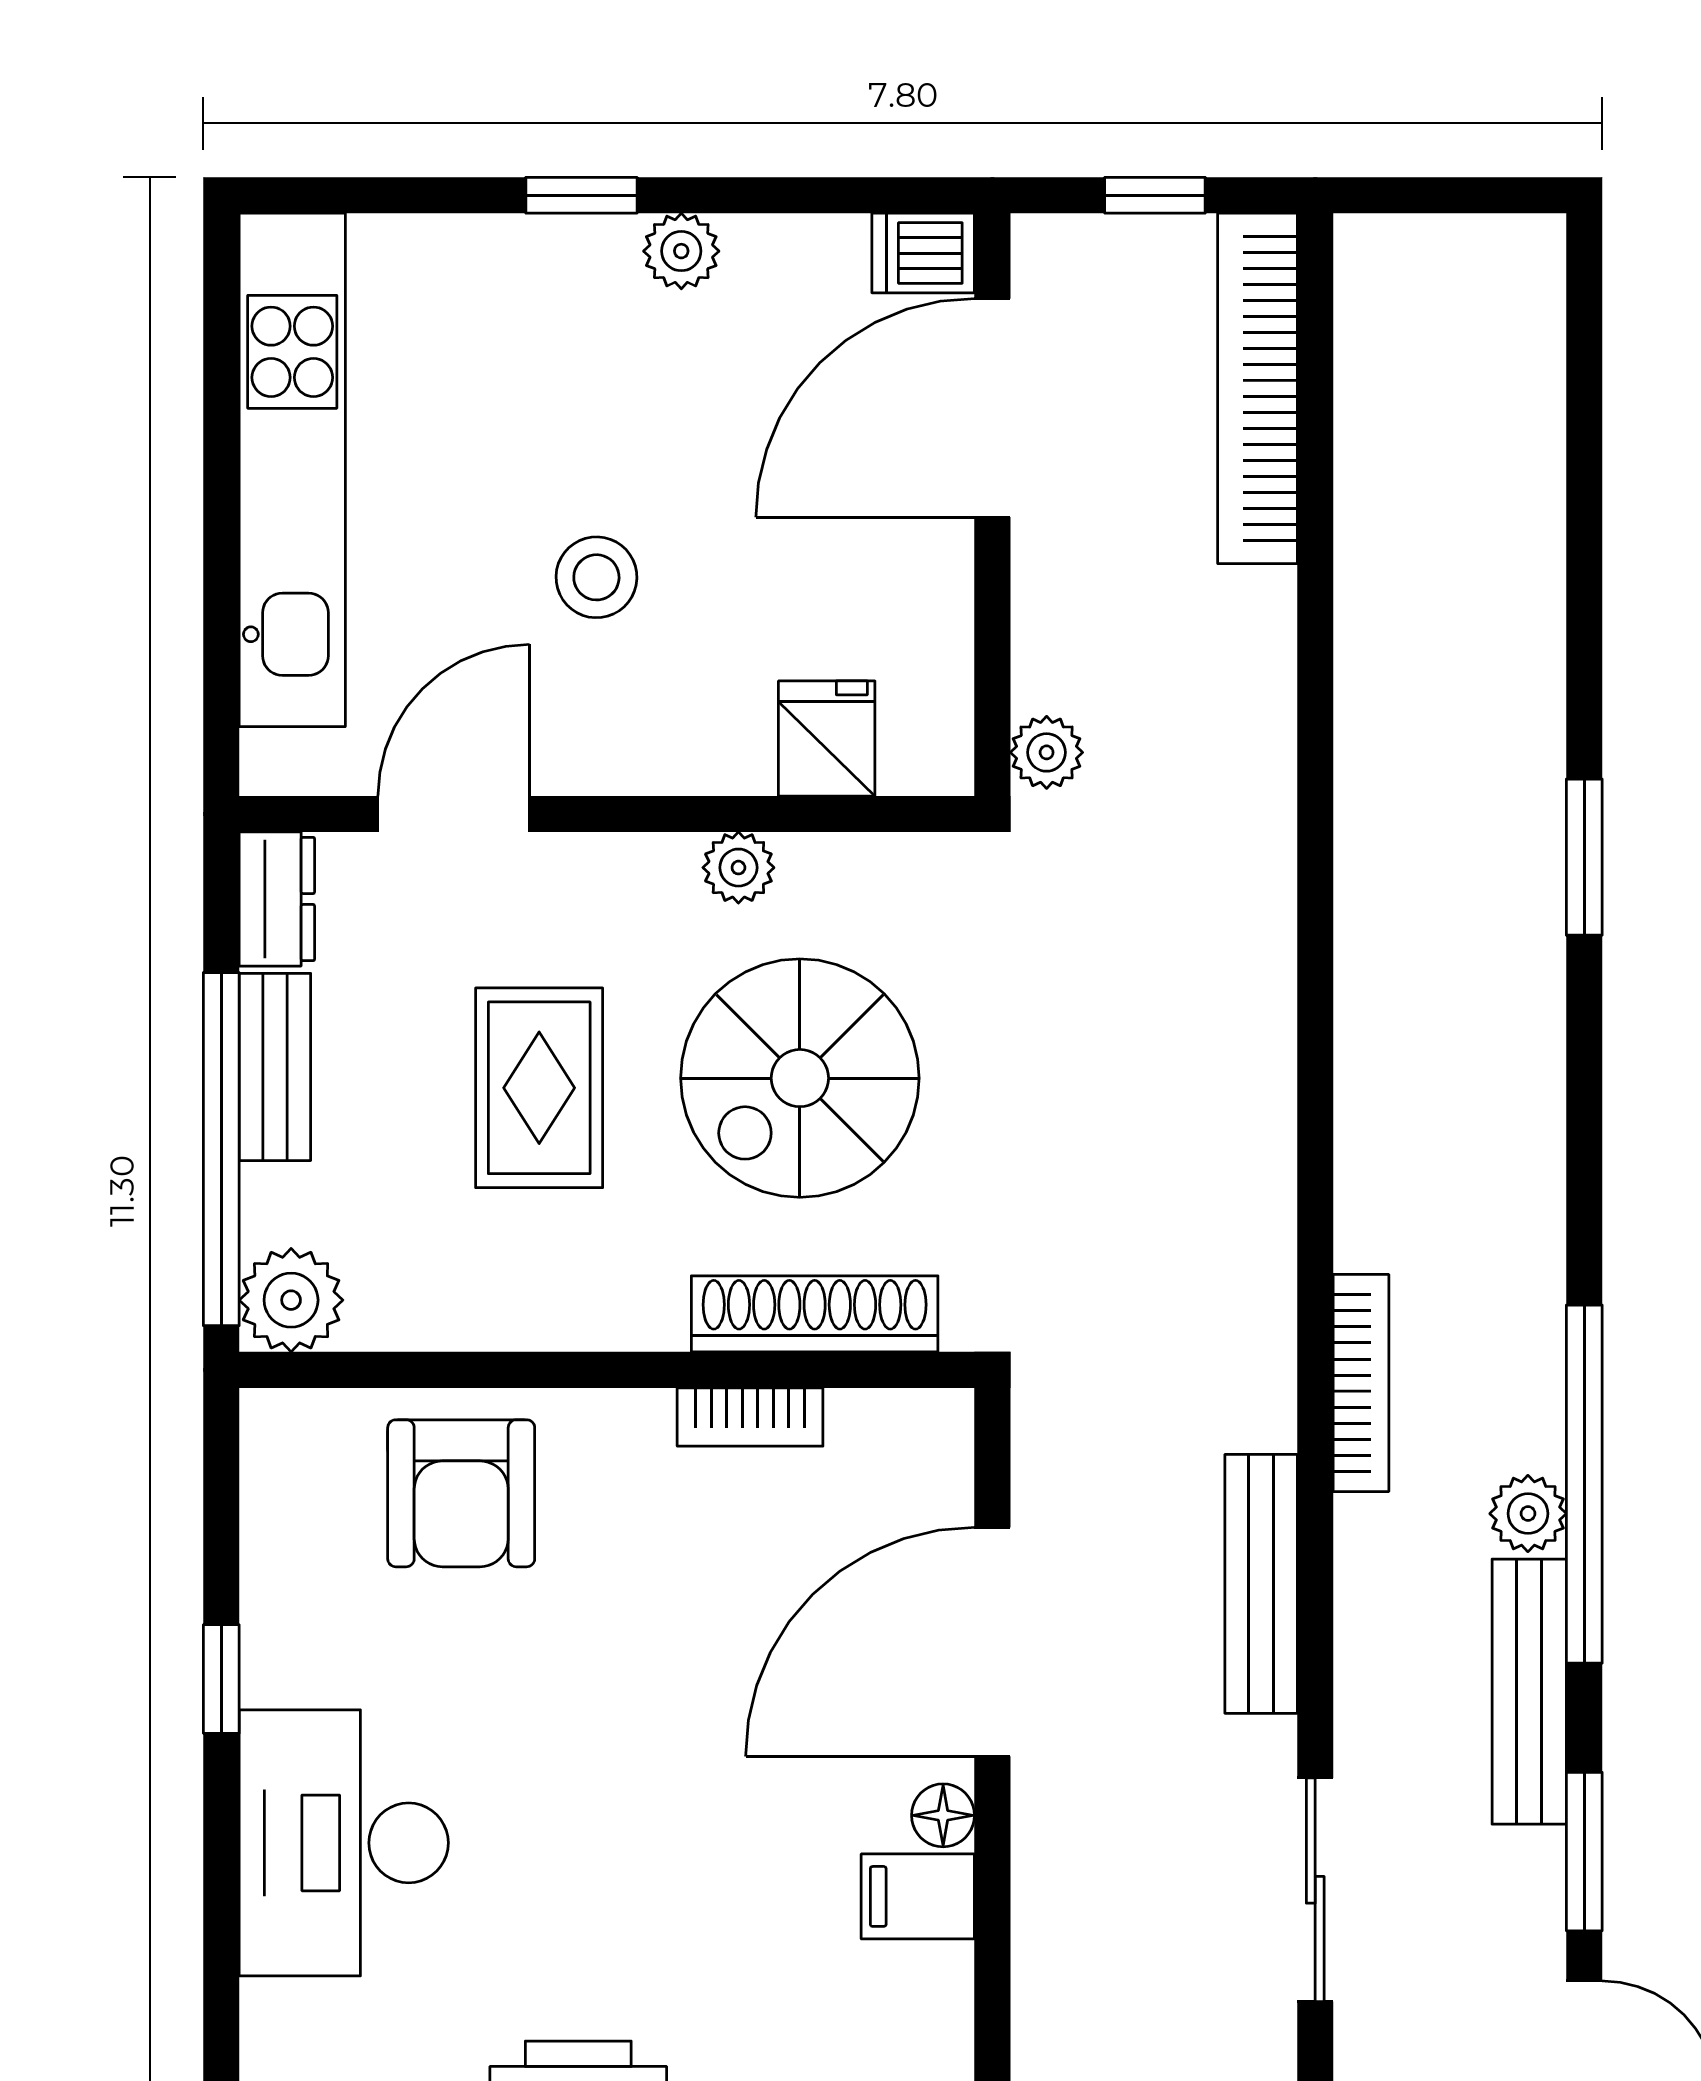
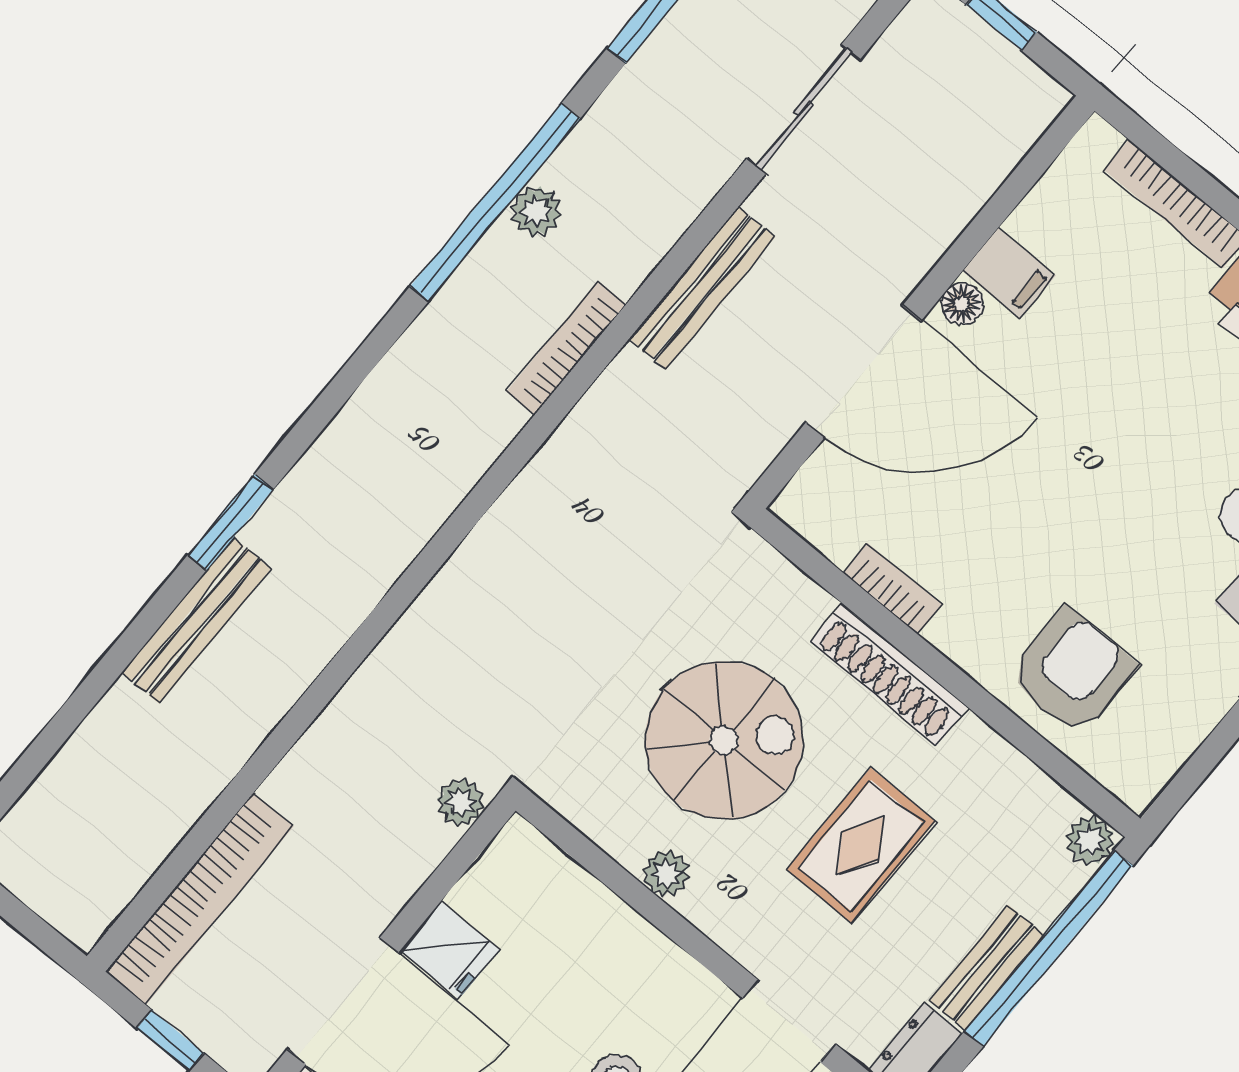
fridge: (827, 738) -> (450, 950), moved, turned -90
plant: (291, 1300) -> (1090, 841), width x0.73, depth x0.73
shoe rack: (815, 1314) -> (889, 675), moved
bench: (1529, 1692) -> (196, 621), moved

